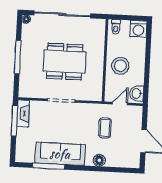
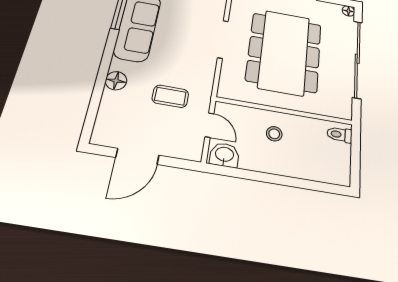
washing machine: (138, 29) -> (337, 171), removed
dining table: (65, 62) -> (284, 52), width x1.36, depth x1.24
stool: (120, 66) -> (274, 134), width x0.53, depth x0.53

